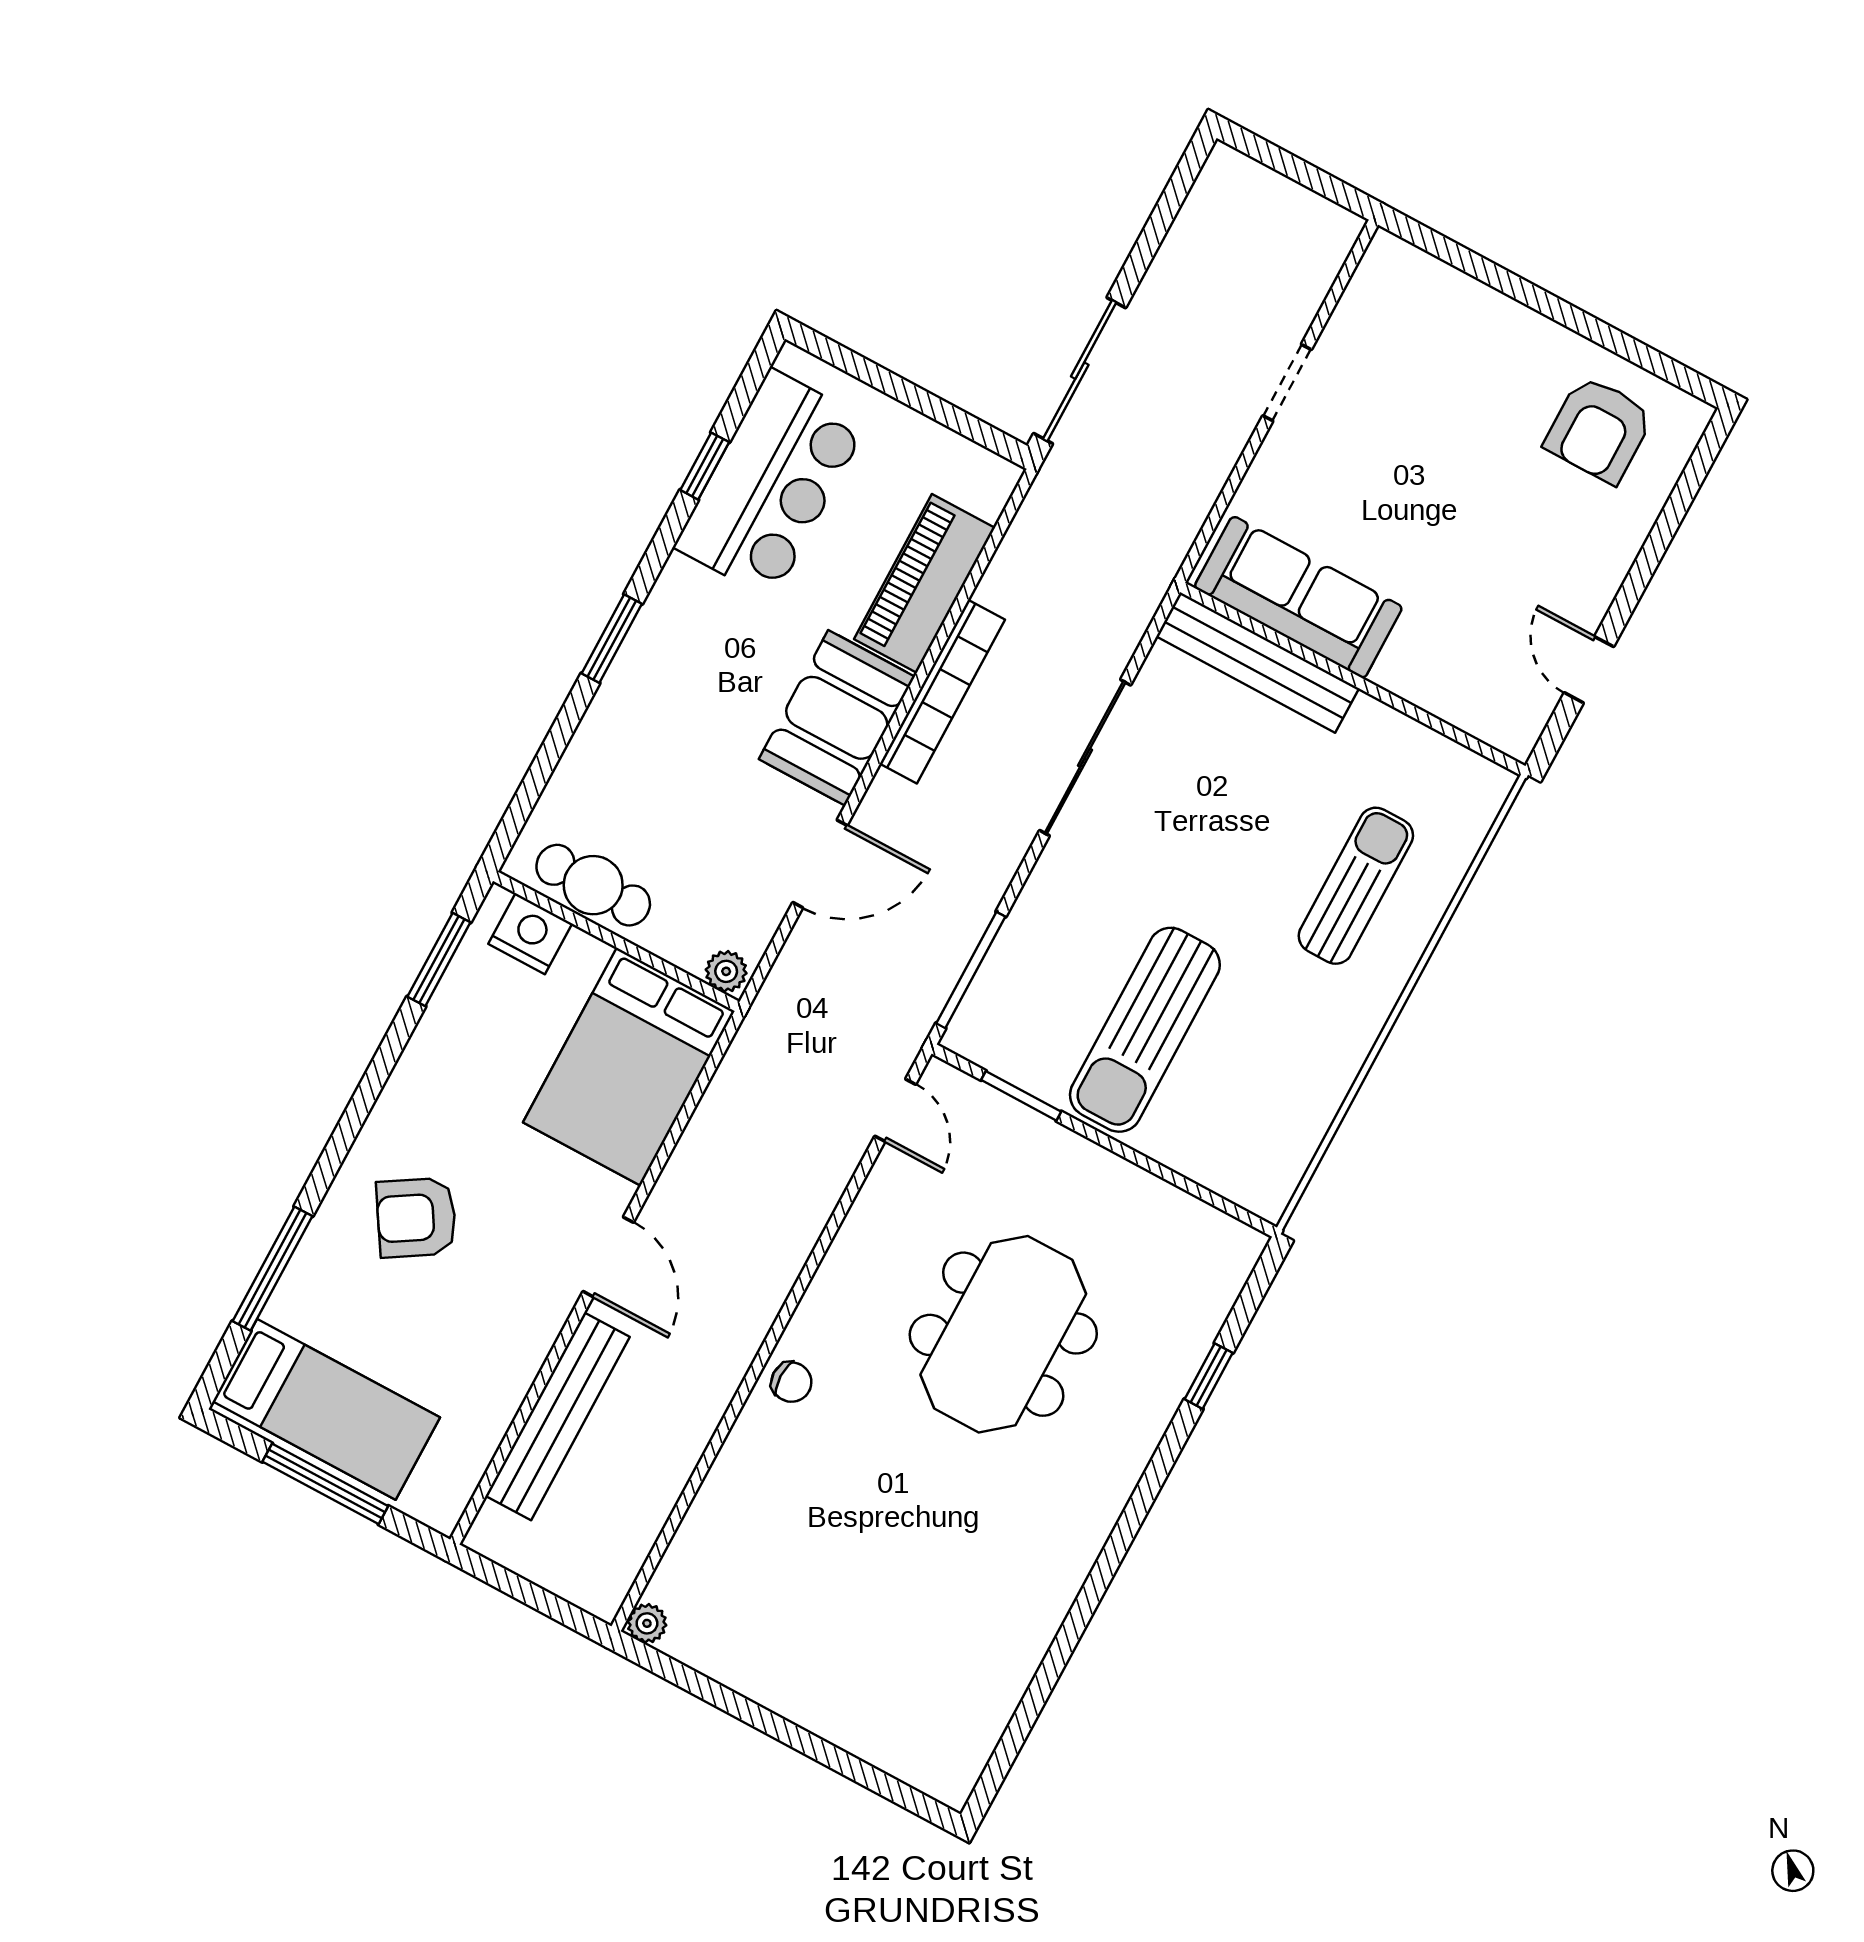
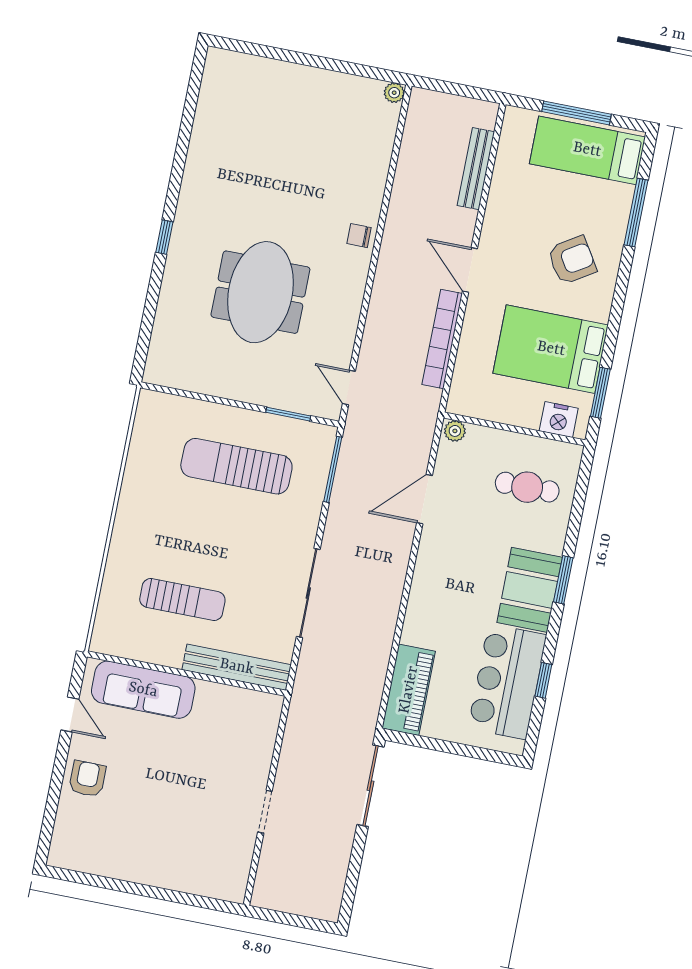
armchair: (1599, 430) -> (87, 779), moved, width x0.72, depth x0.72
piano: (924, 583) -> (409, 690), moved
sofa: (1298, 597) -> (143, 690), moved
bookcase: (942, 692) -> (442, 339), moved
booth: (837, 718) -> (530, 590), moved
cafe table: (593, 885) -> (527, 487), moved
sun lounger: (1356, 886) -> (182, 600), moved, turned -90
sun lounger: (1145, 1030) -> (236, 466), turned -90
bed: (629, 1067) -> (551, 349), moved, turned -90
window: (1209, 1376) -> (164, 237), moved
bench: (558, 1416) -> (476, 169), width x0.73, depth x0.82

